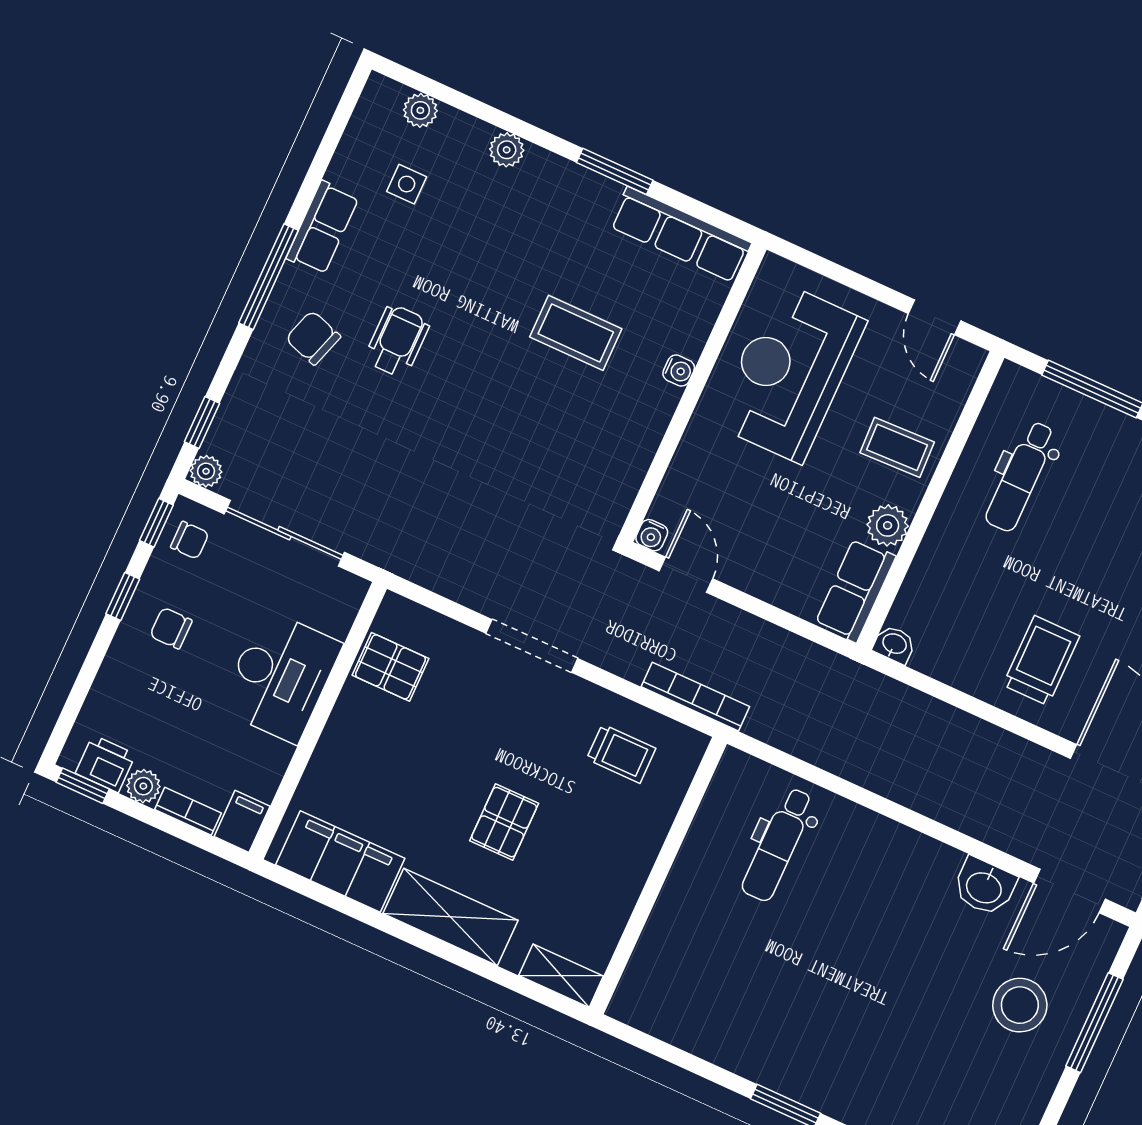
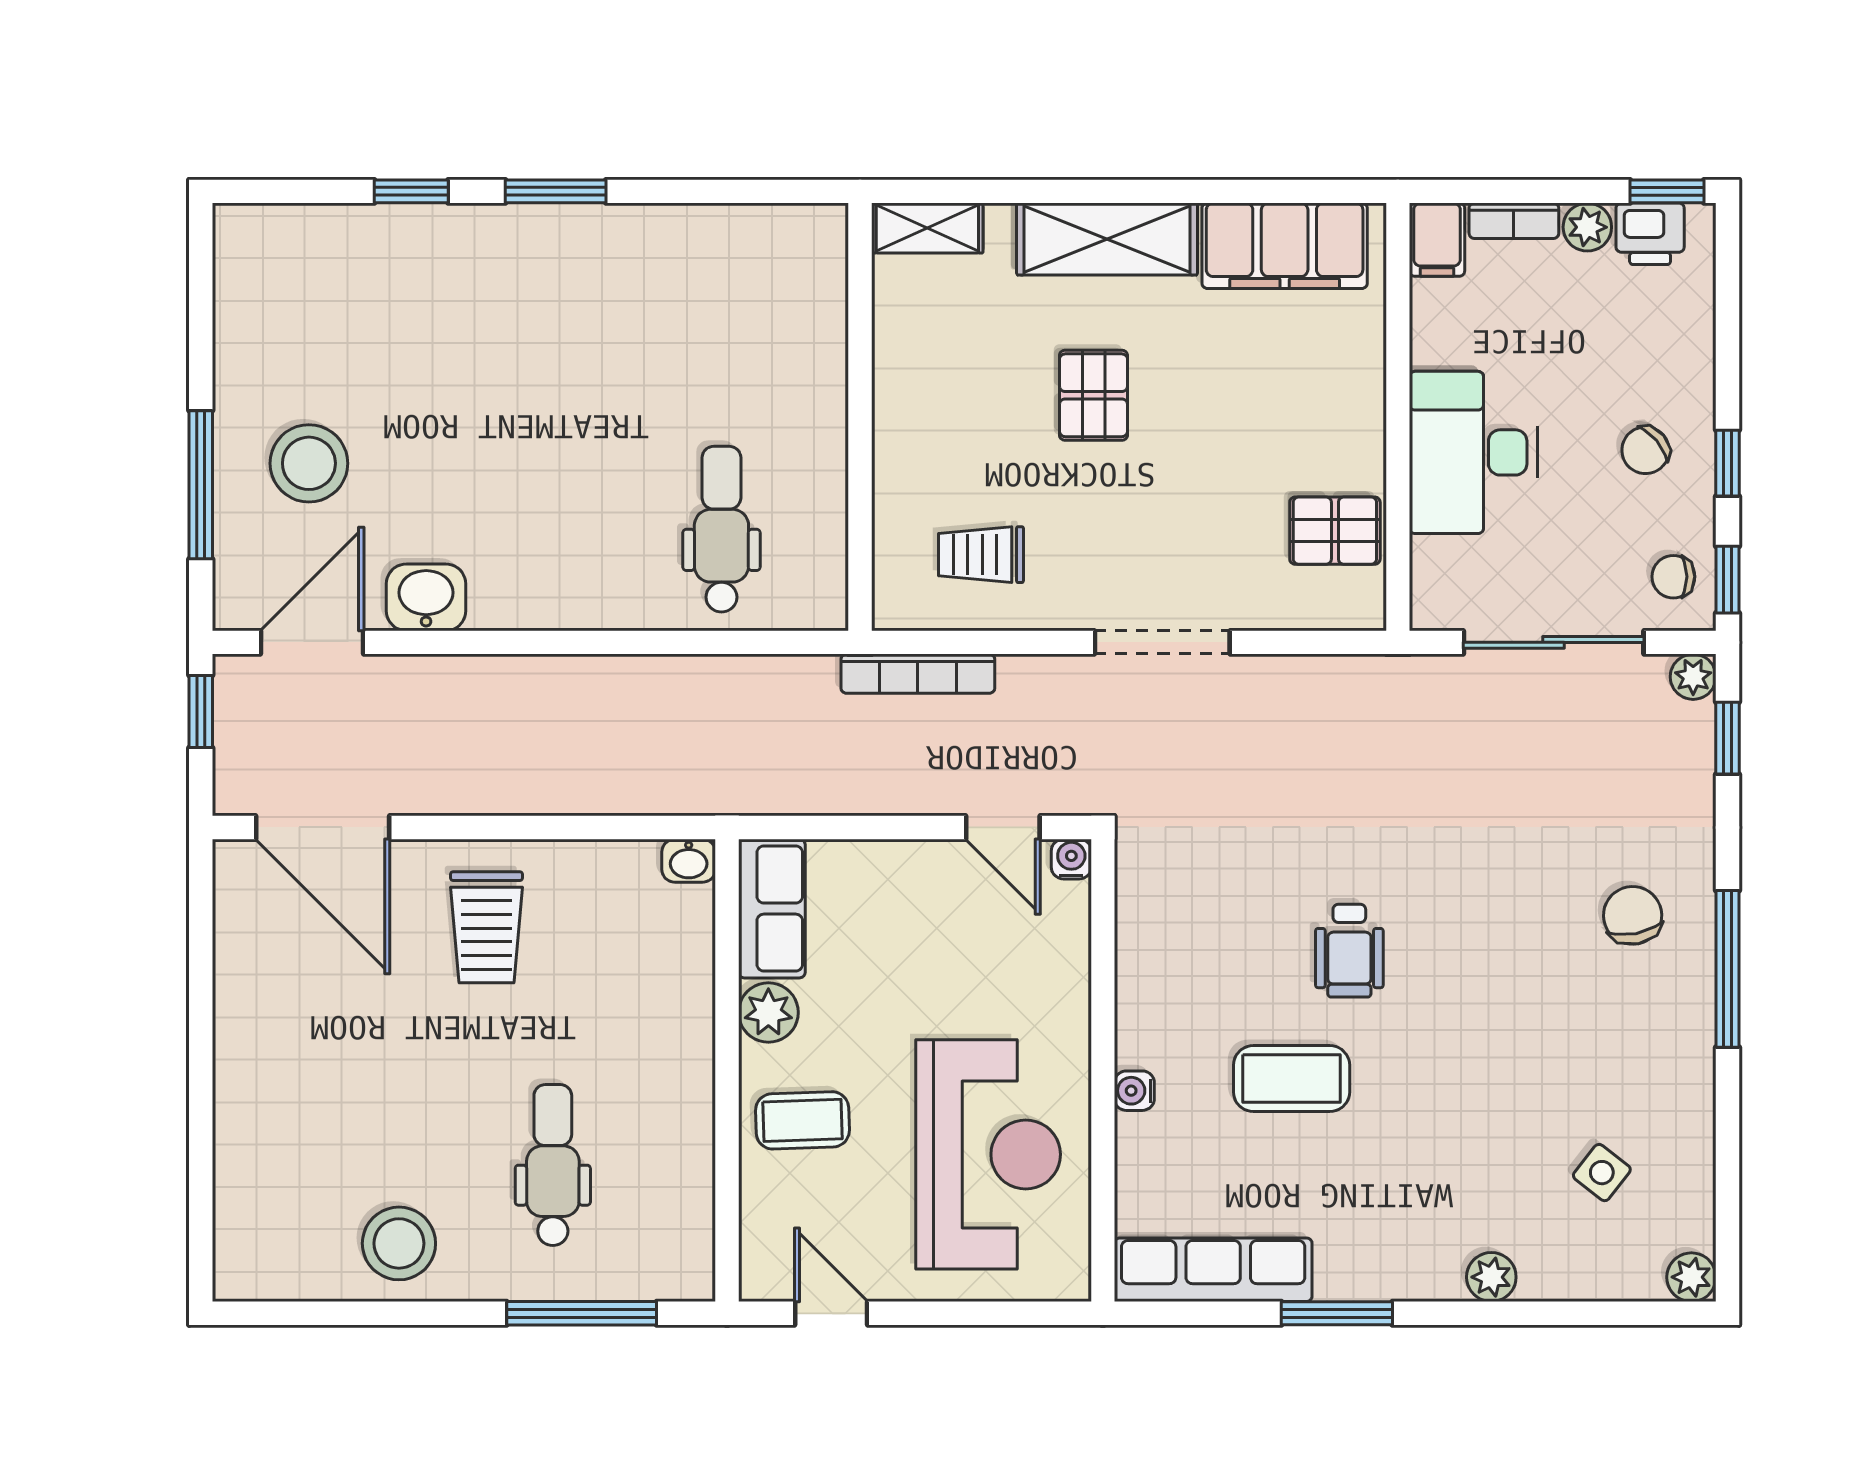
plant: (420, 110) -> (1691, 1277), moved
side table: (407, 184) -> (1602, 1173), turned 38
row of seats: (323, 228) -> (1686, 1065), removed
chair: (313, 338) -> (1633, 915), turned -119
wheelchair: (397, 341) -> (1349, 951), moved
dental chair: (1021, 476) -> (553, 1165), moved
chair: (171, 628) -> (1645, 450), turned 140

